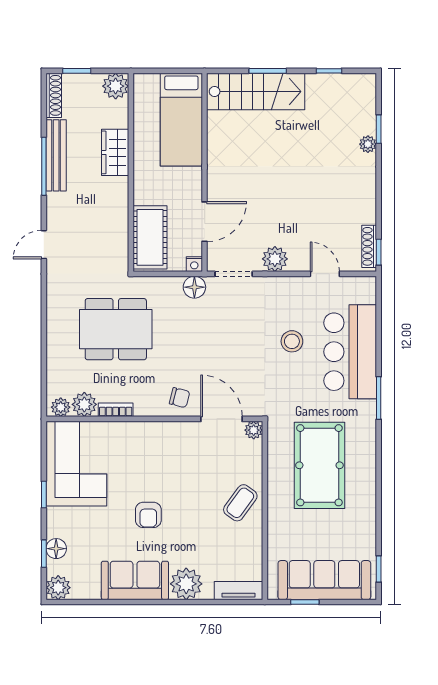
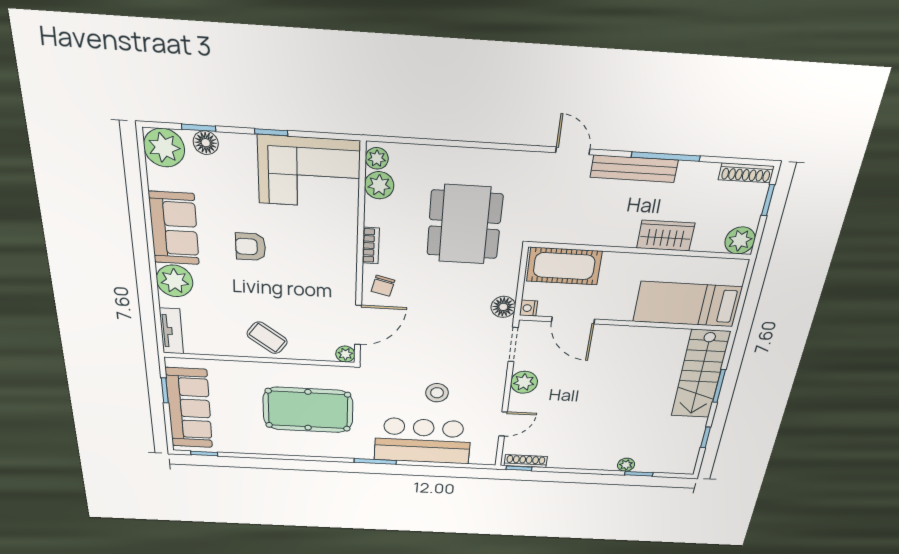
bench: (56, 155) -> (634, 169), moved
bookcase: (116, 410) -> (371, 246), moved
plant: (58, 588) -> (164, 148), width x1.36, depth x1.36

